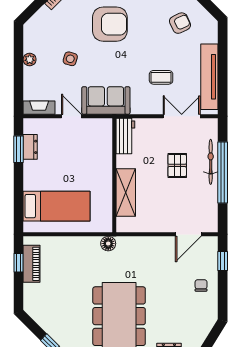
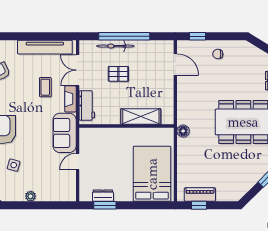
side table: (70, 59) -> (14, 165), moved
fireplace: (39, 108) -> (70, 99), moved
workbench: (125, 136) -> (87, 105), moved, turned 90
bed: (57, 206) -> (152, 174), width x1.50

